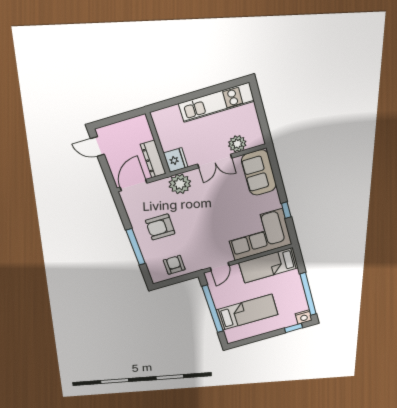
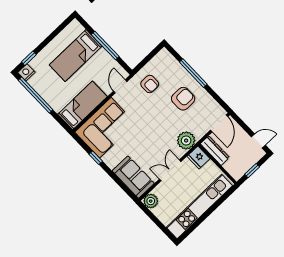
kitchen unit: (216, 102) -> (199, 207), width x1.36
window: (121, 117) -> (252, 171), added
plant: (237, 144) -> (151, 201), moved
armchair: (174, 265) -> (150, 84), moved
window: (213, 309) -> (105, 45), width x0.68

